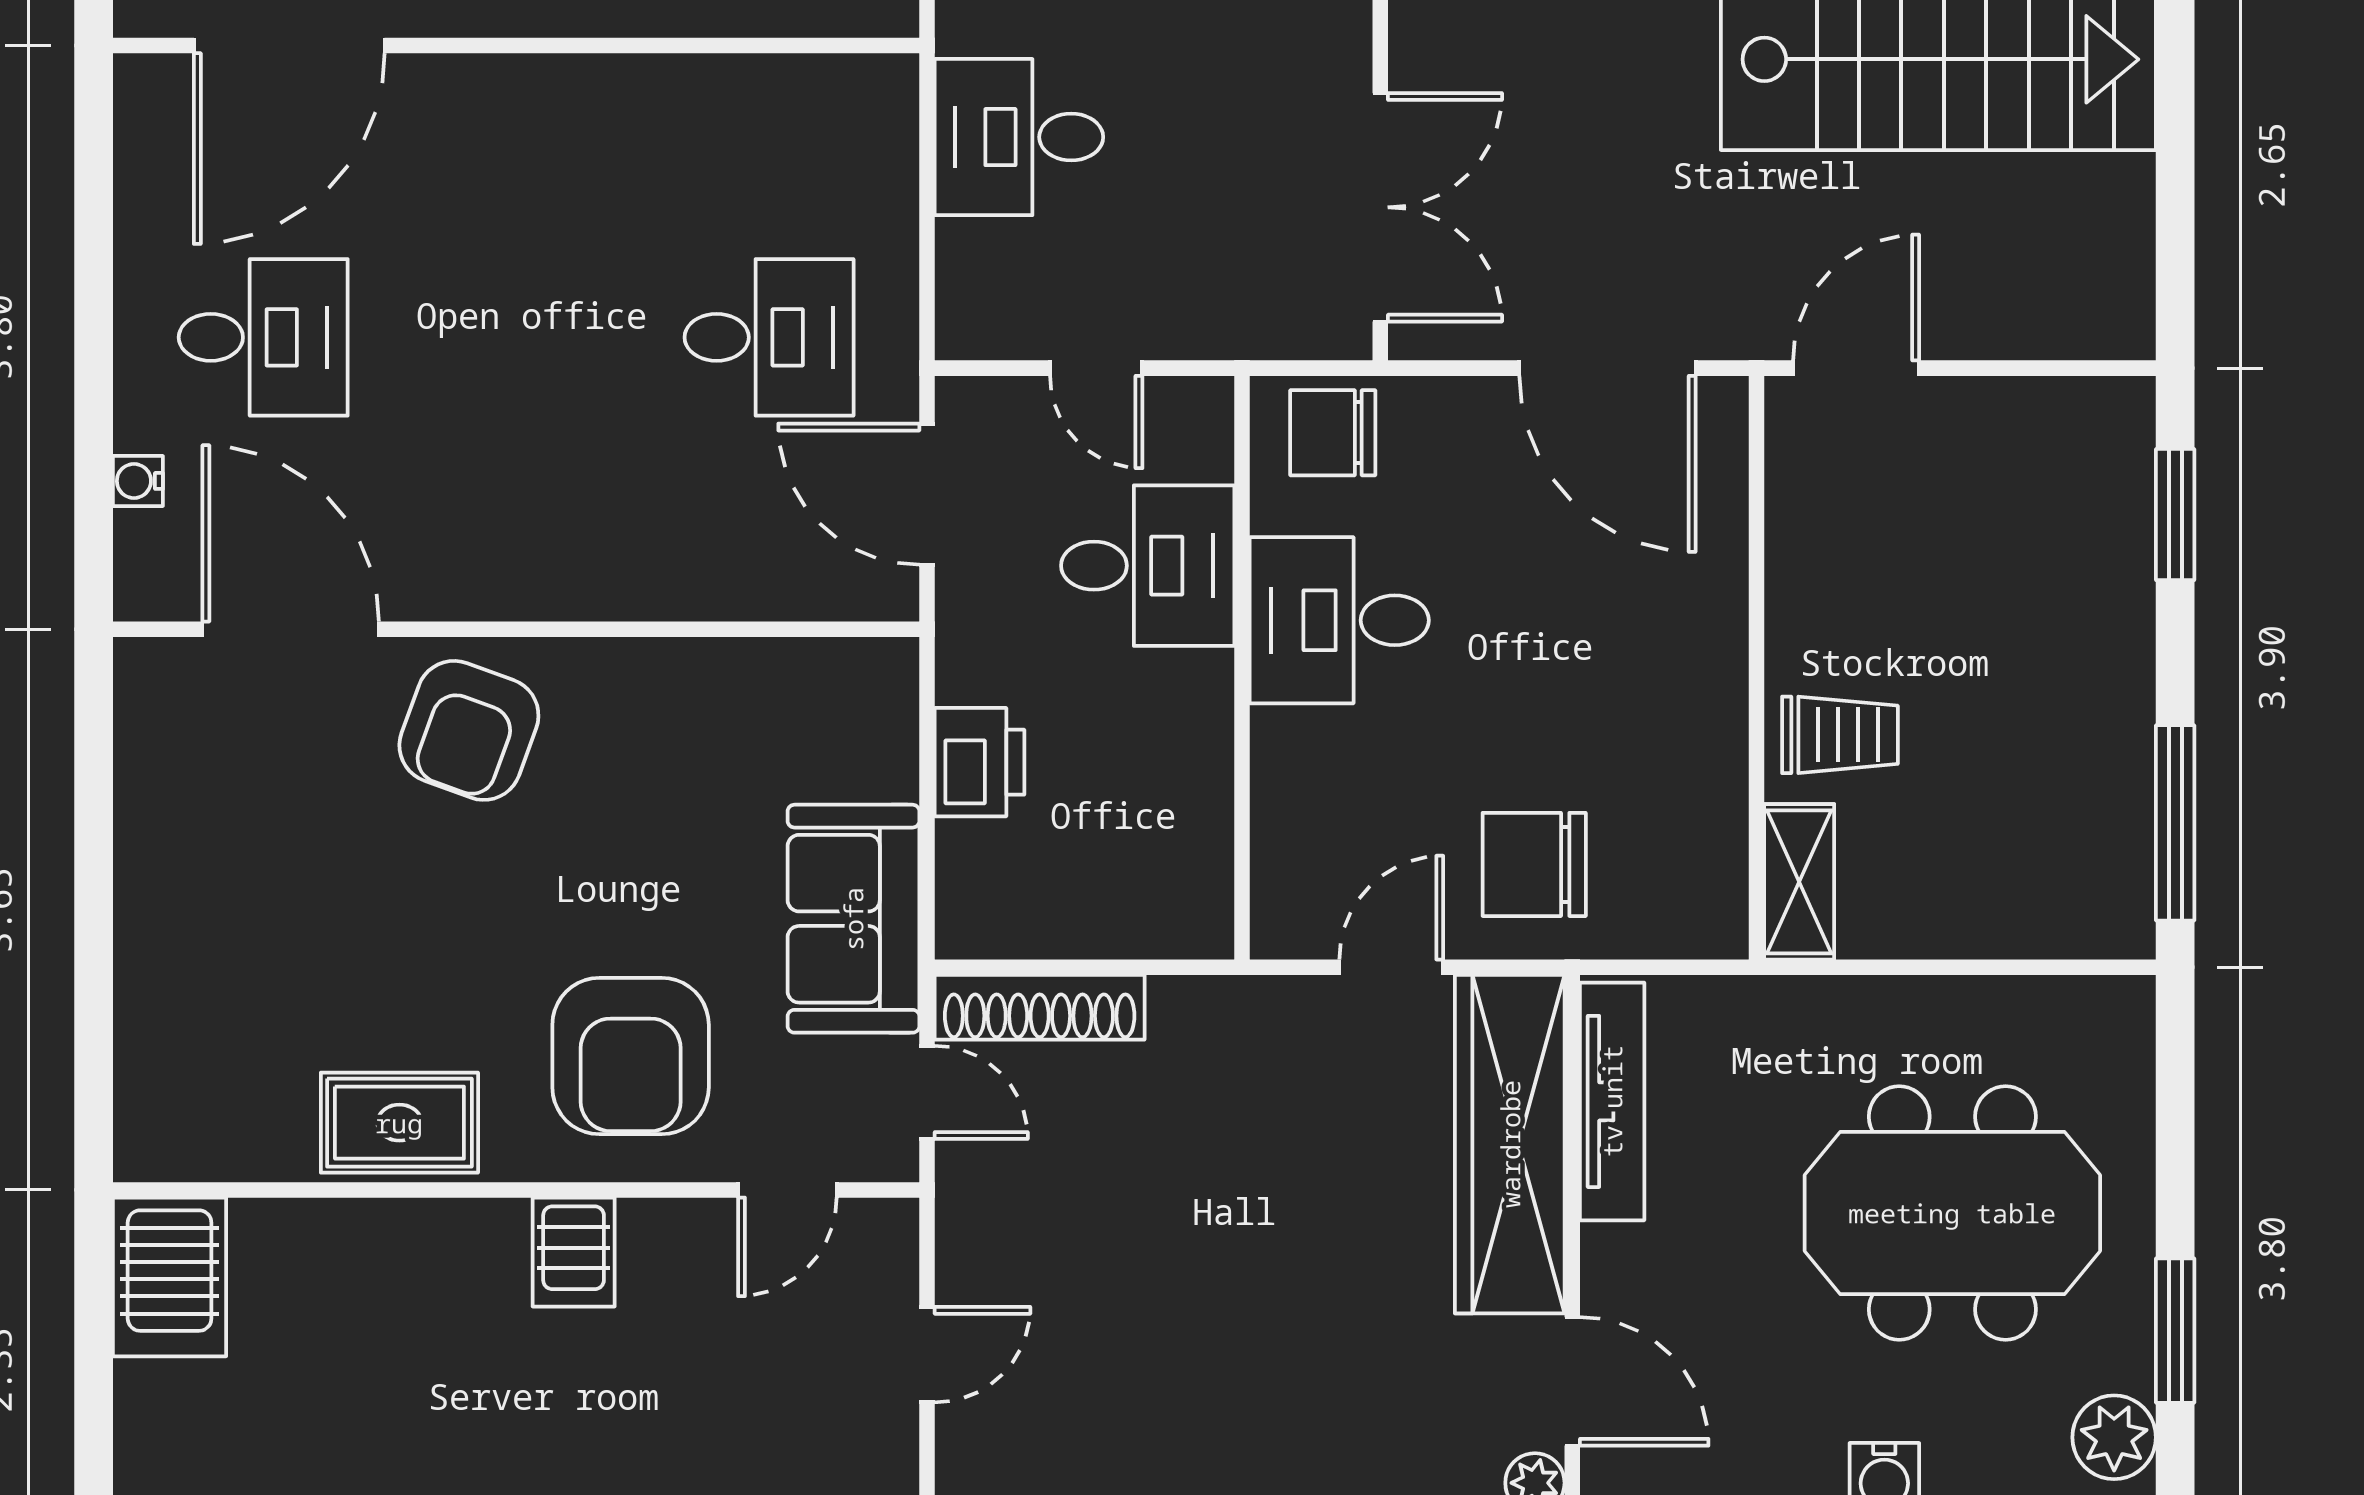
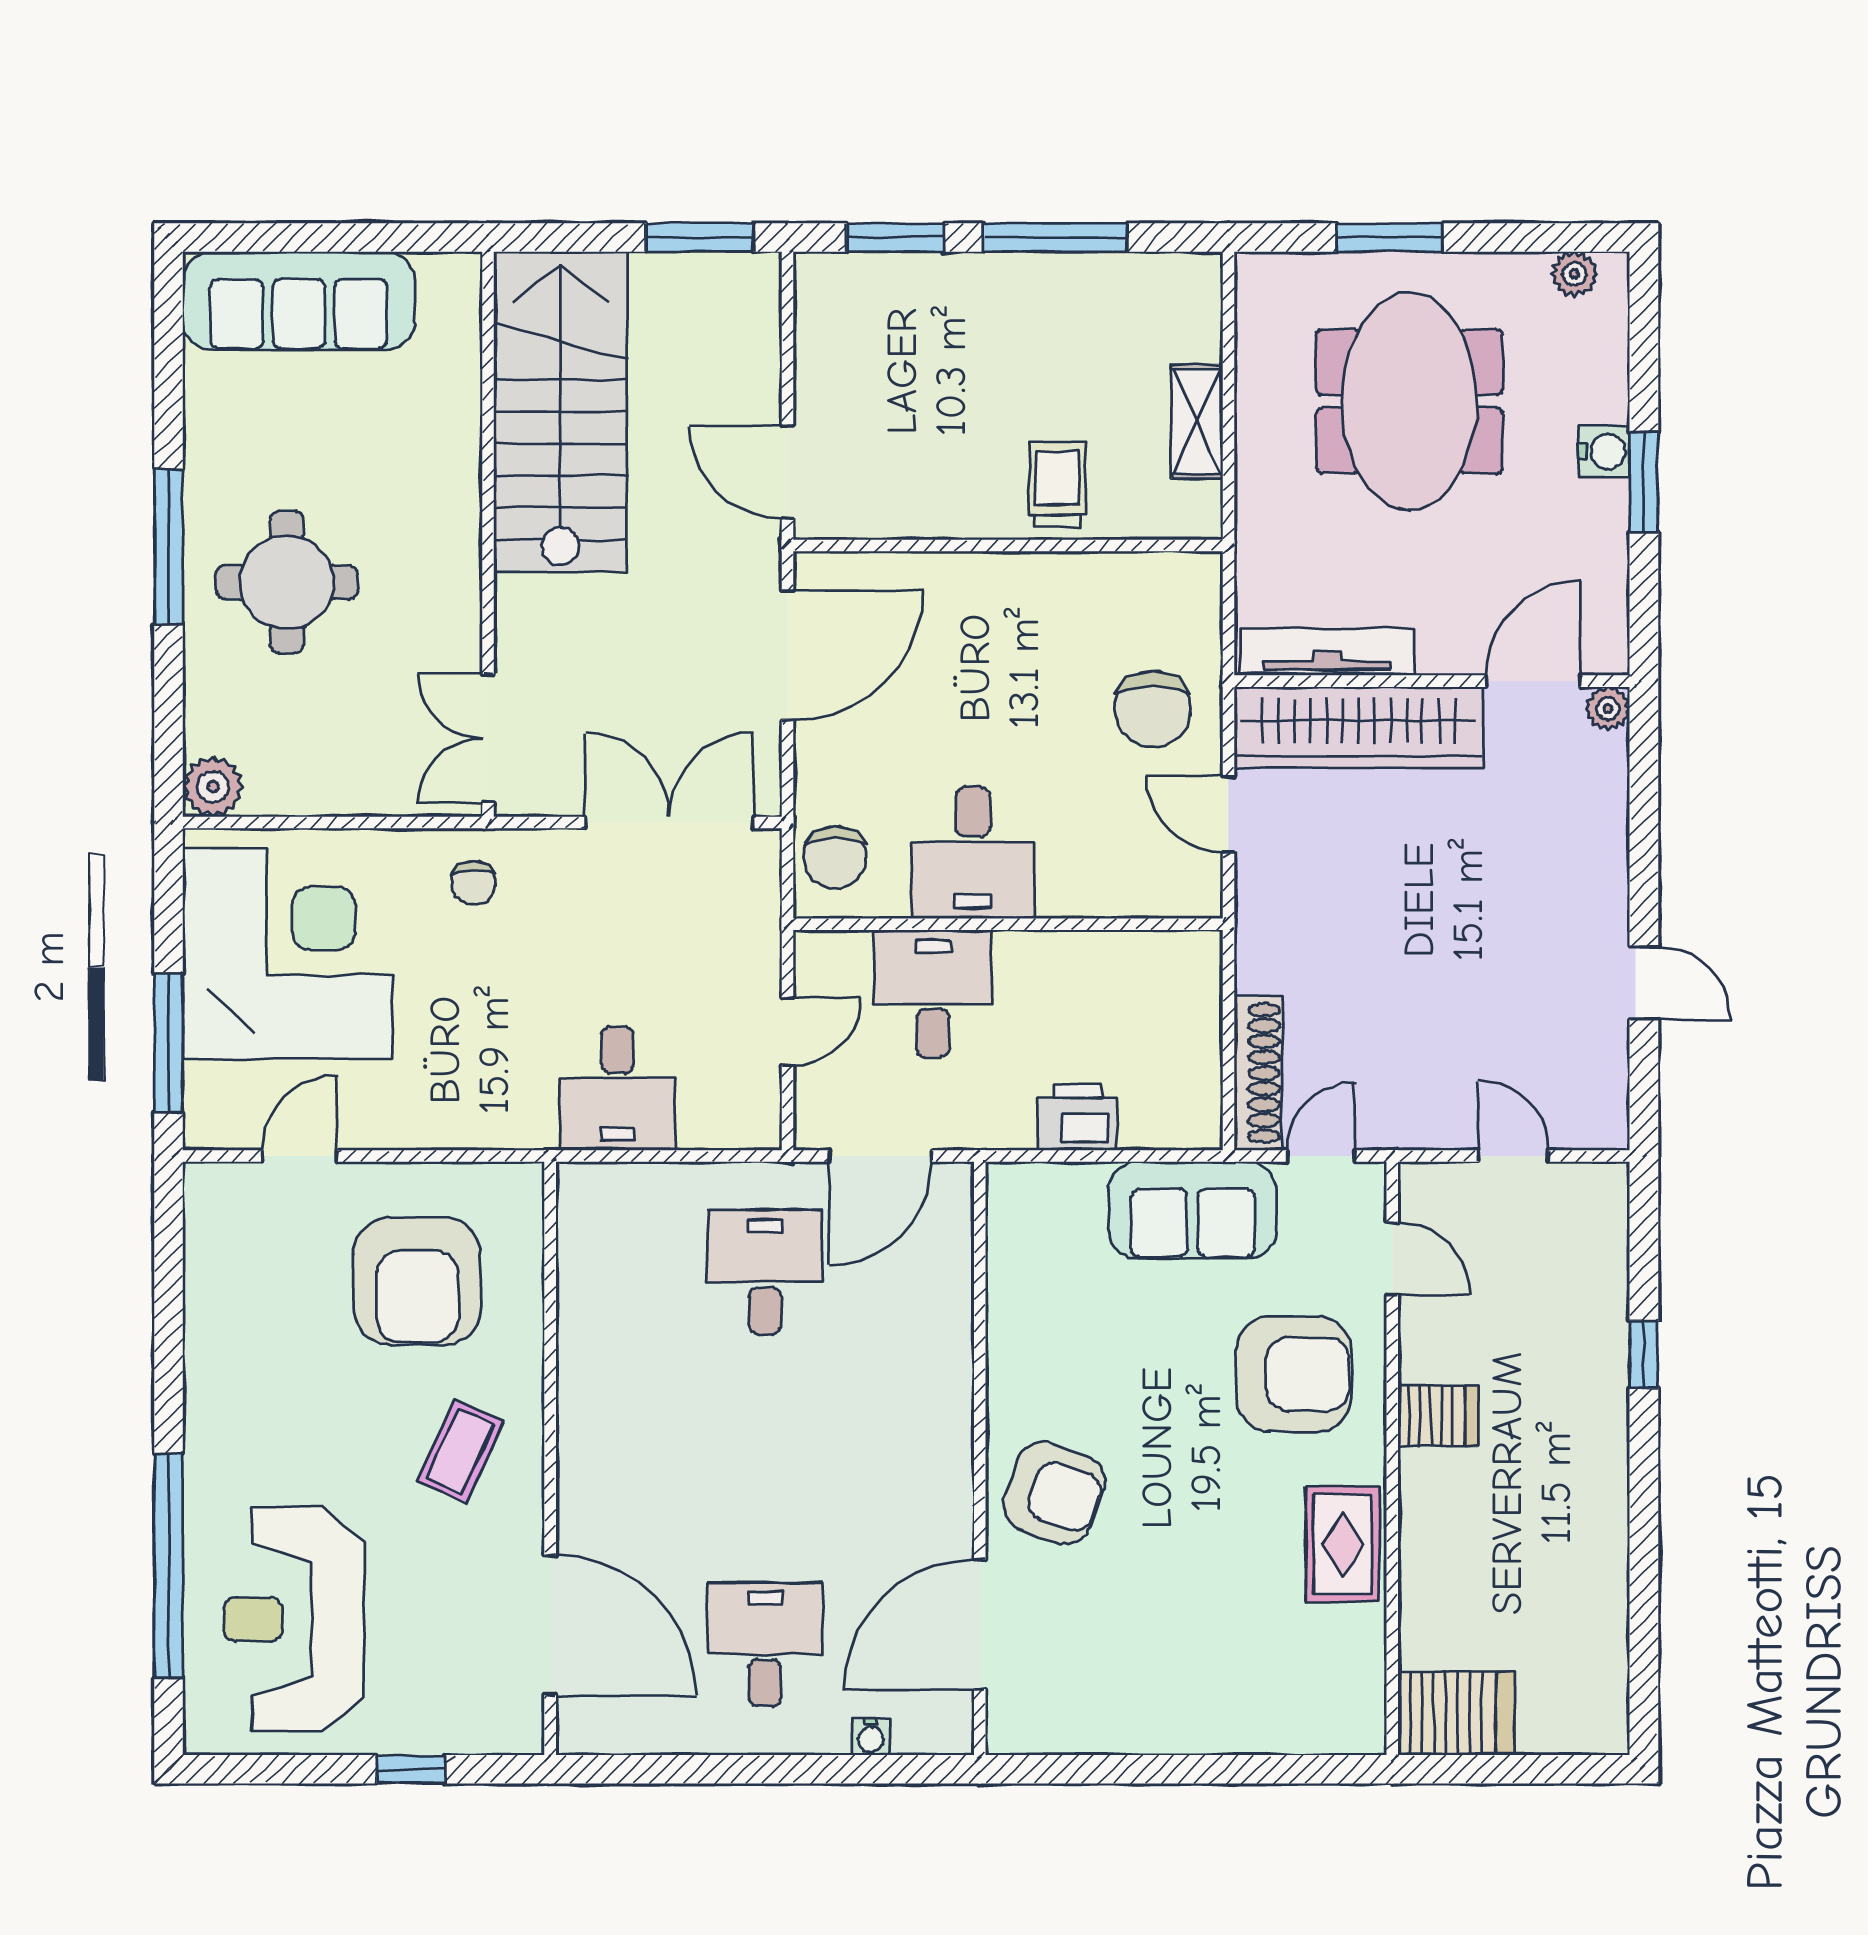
window: (2175, 248) -> (699, 237), added
window: (2175, 823) -> (1055, 237), moved
shelving: (1799, 882) -> (1197, 422), moved, turned 90
window: (2175, 1331) -> (1390, 237), moved
plant: (2114, 1437) -> (1574, 274), width x0.73, depth x0.73

